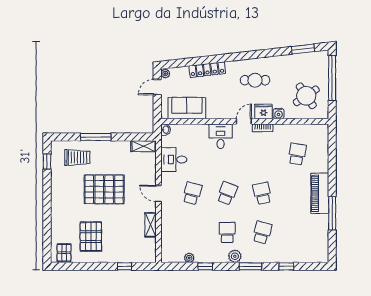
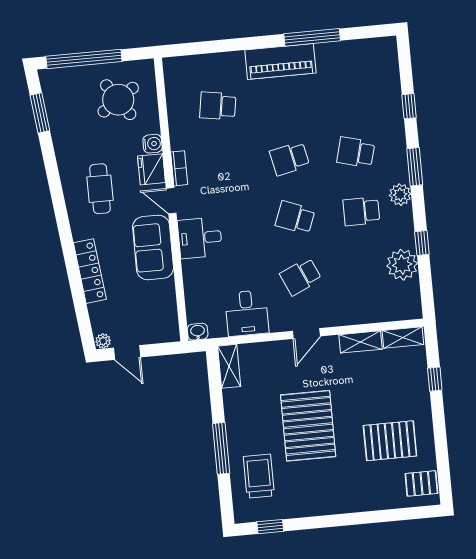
sofa: (187, 108) -> (153, 247), moved
school desk: (192, 193) -> (301, 277), turned -39
shelving: (151, 250) -> (403, 338), added
plant: (189, 258) -> (402, 265), width x1.88, depth x1.88

